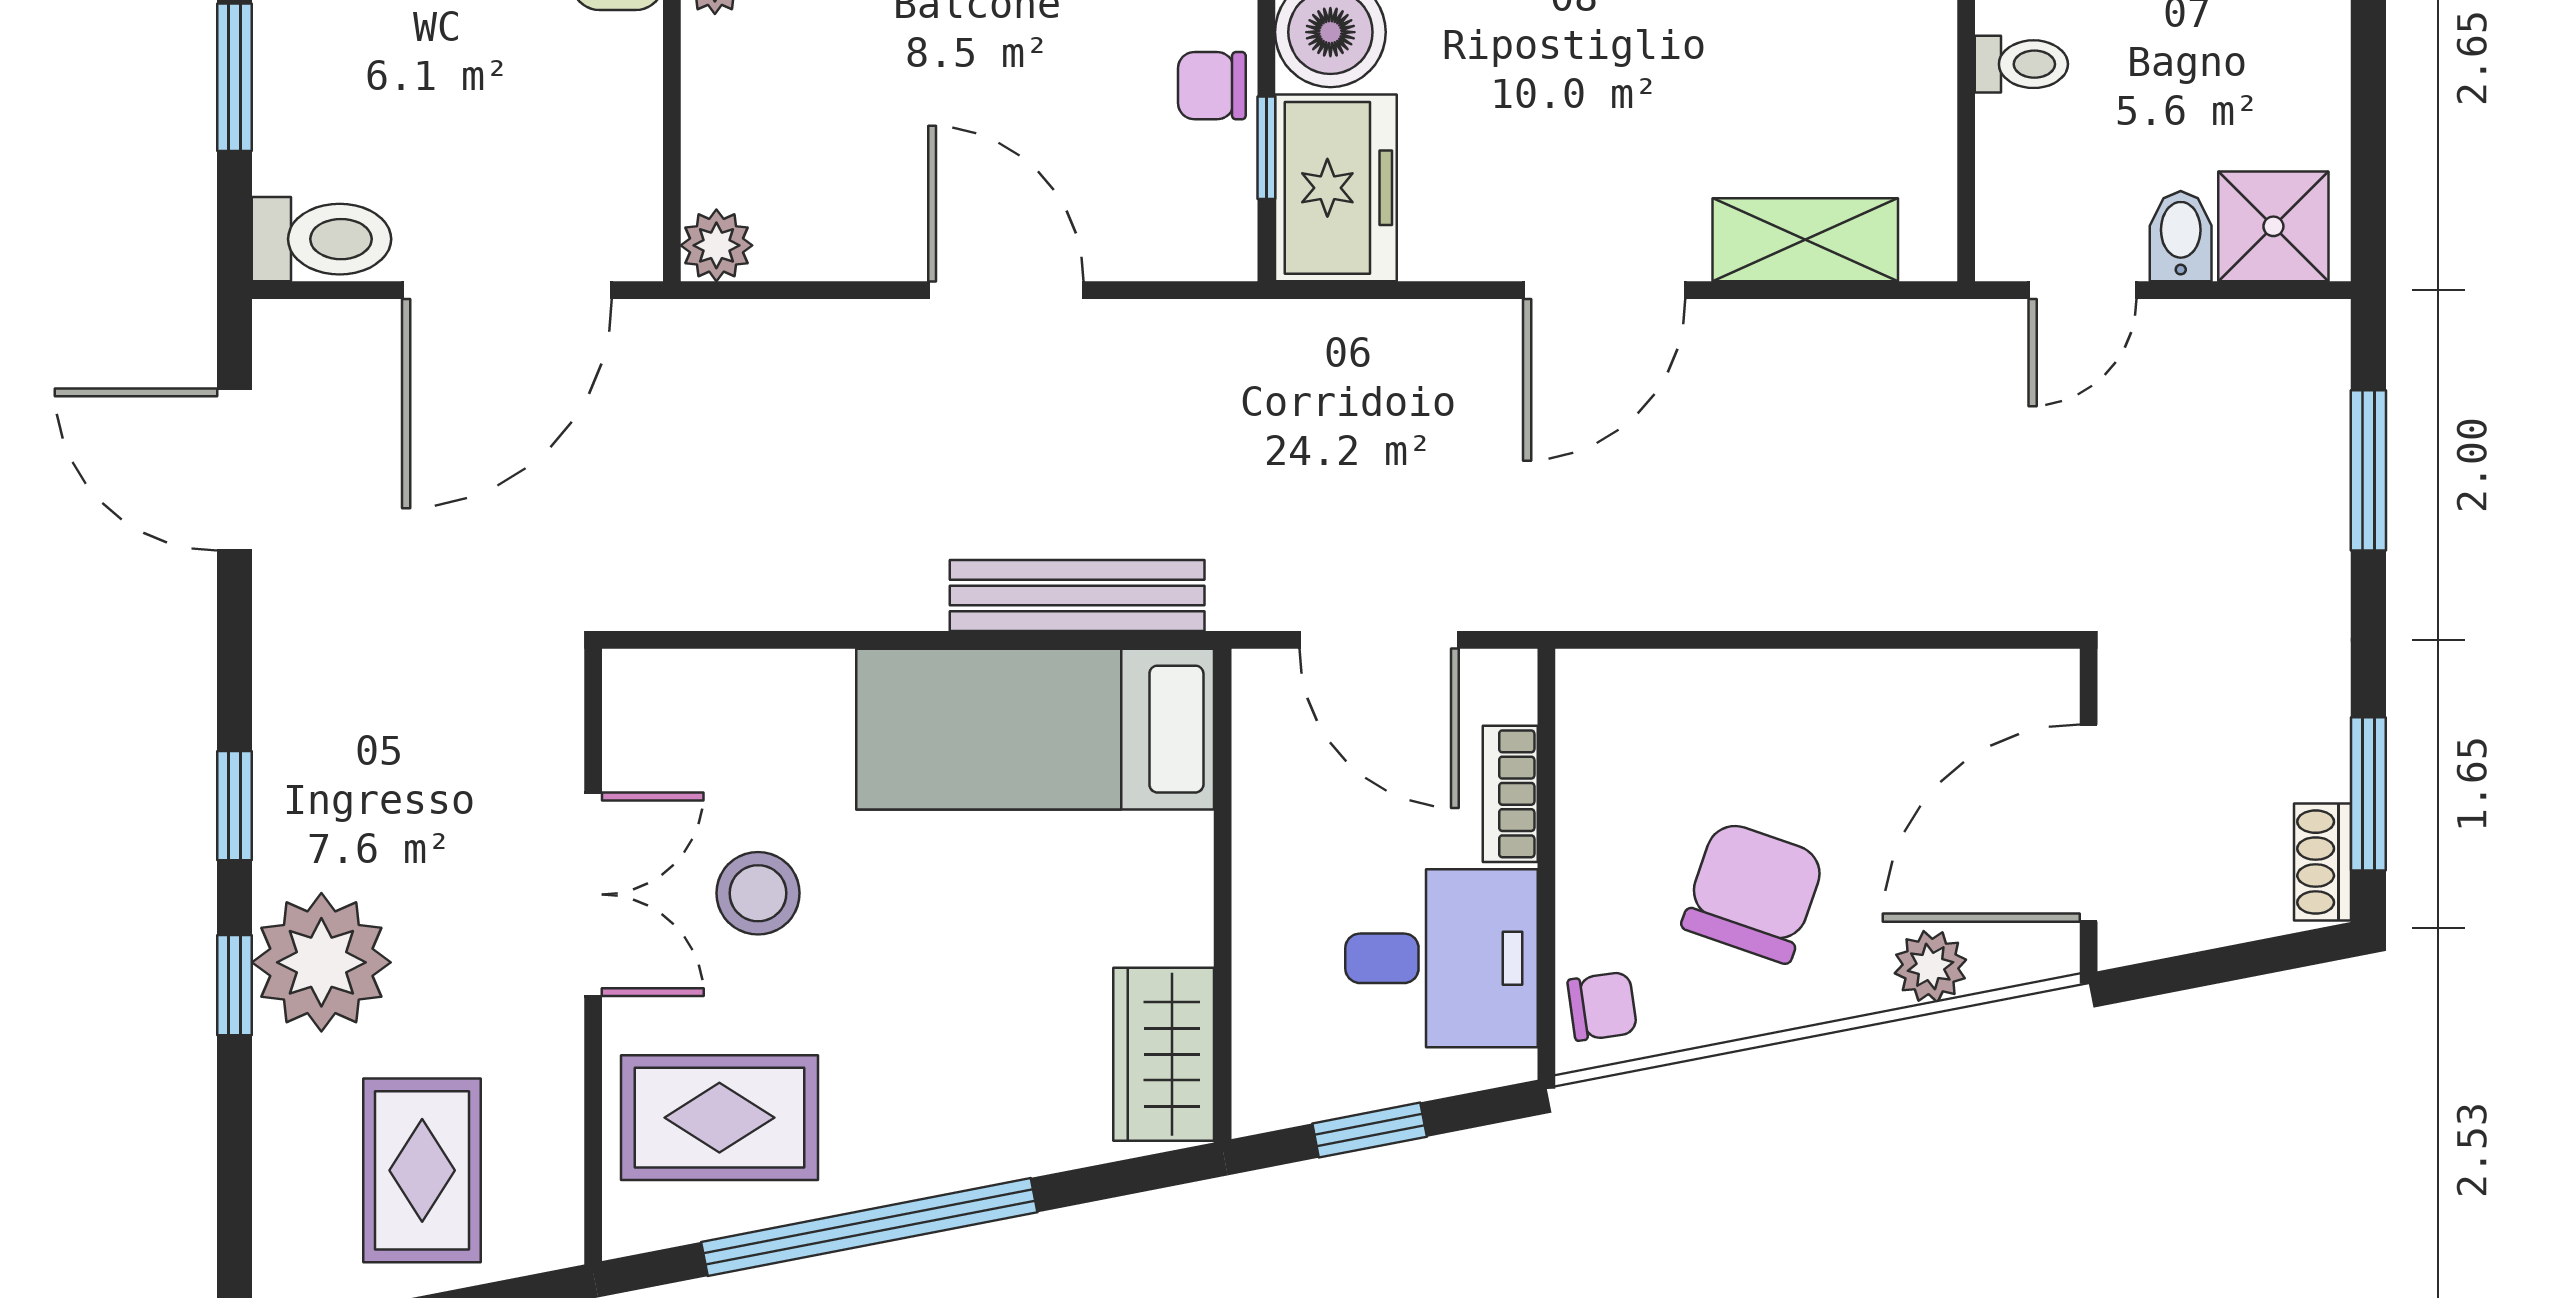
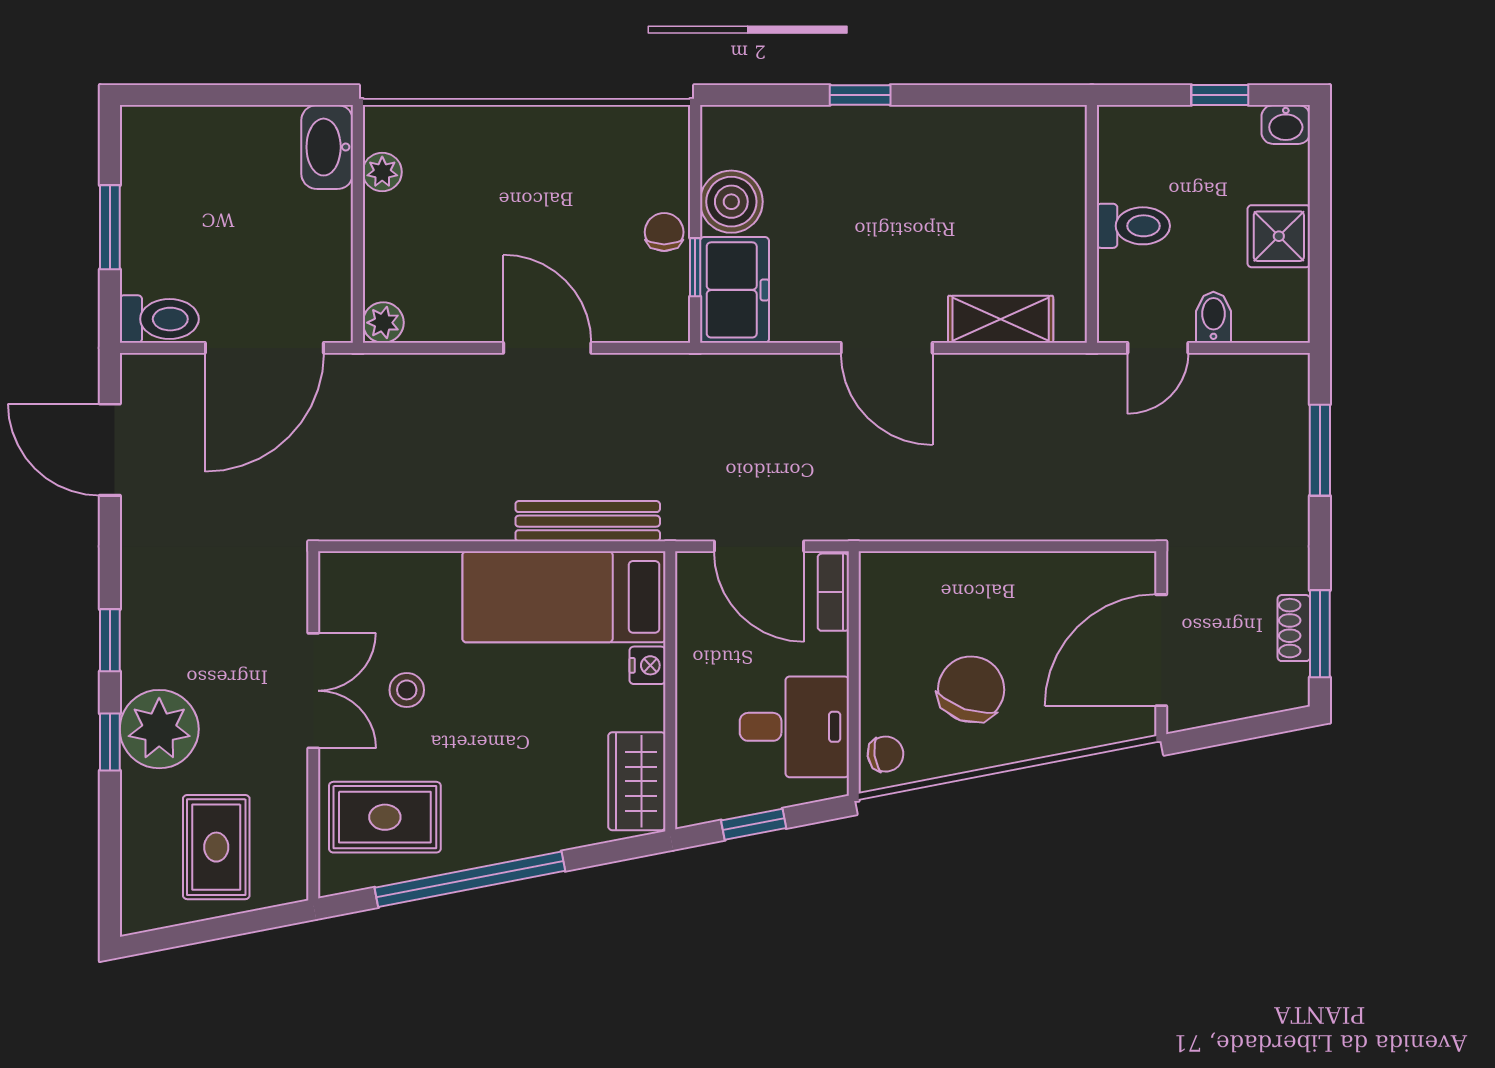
toilet: (2021, 64) -> (1133, 226), width x1.37, depth x1.39
chair: (1212, 86) -> (664, 232), turned 90
shower: (2273, 226) -> (1279, 236), moved
door: (1604, 290) -> (887, 348), hinge flipped
bookcase: (1510, 794) -> (833, 592), moved
nightstand: (1183, 850) -> (647, 665), added
shoe rack: (2322, 862) -> (1294, 628), moved
stool: (758, 893) -> (407, 690), width x0.73, depth x0.73
plant: (1930, 967) -> (1072, 732), removed

